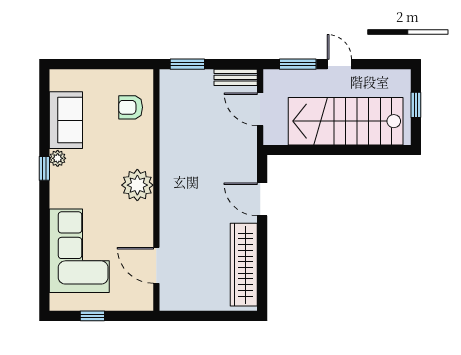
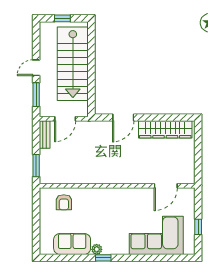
plant: (137, 185) -> (114, 198), removed

